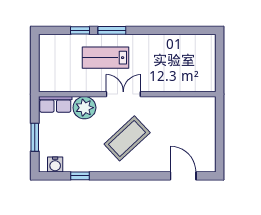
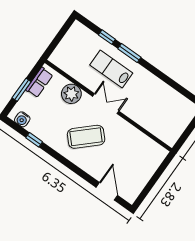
row of seats: (55, 104) -> (39, 82), moved, turned -90

